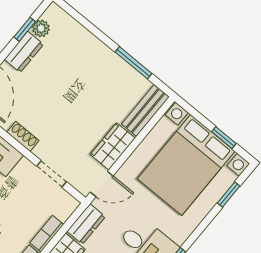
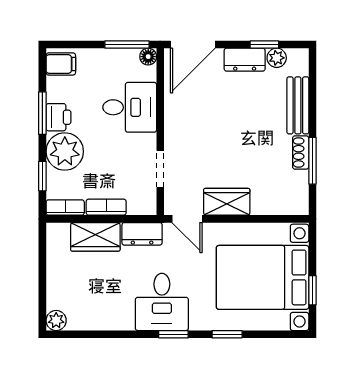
bench: (145, 110) -> (298, 105), moved, turned 90
shoe rack: (23, 136) -> (301, 152), moved, turned 180
window: (229, 194) -> (227, 334), moved

